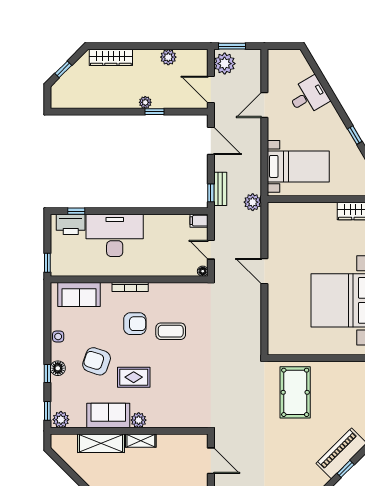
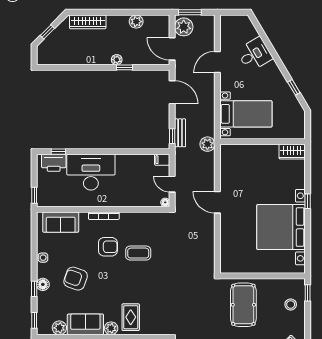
rug: (134, 377) -> (131, 317), moved, turned 90
stool: (351, 392) -> (291, 304), added
plant: (61, 420) -> (59, 328), moved

